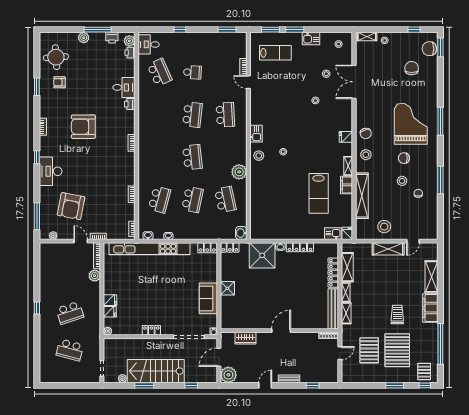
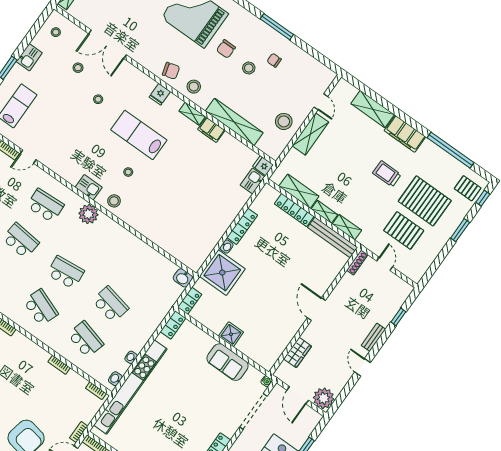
plant: (239, 172) -> (88, 214), moved
lab bench: (319, 193) -> (139, 135), moved, turned 180
school desk: (225, 199) -> (41, 307), moved, turned 33

